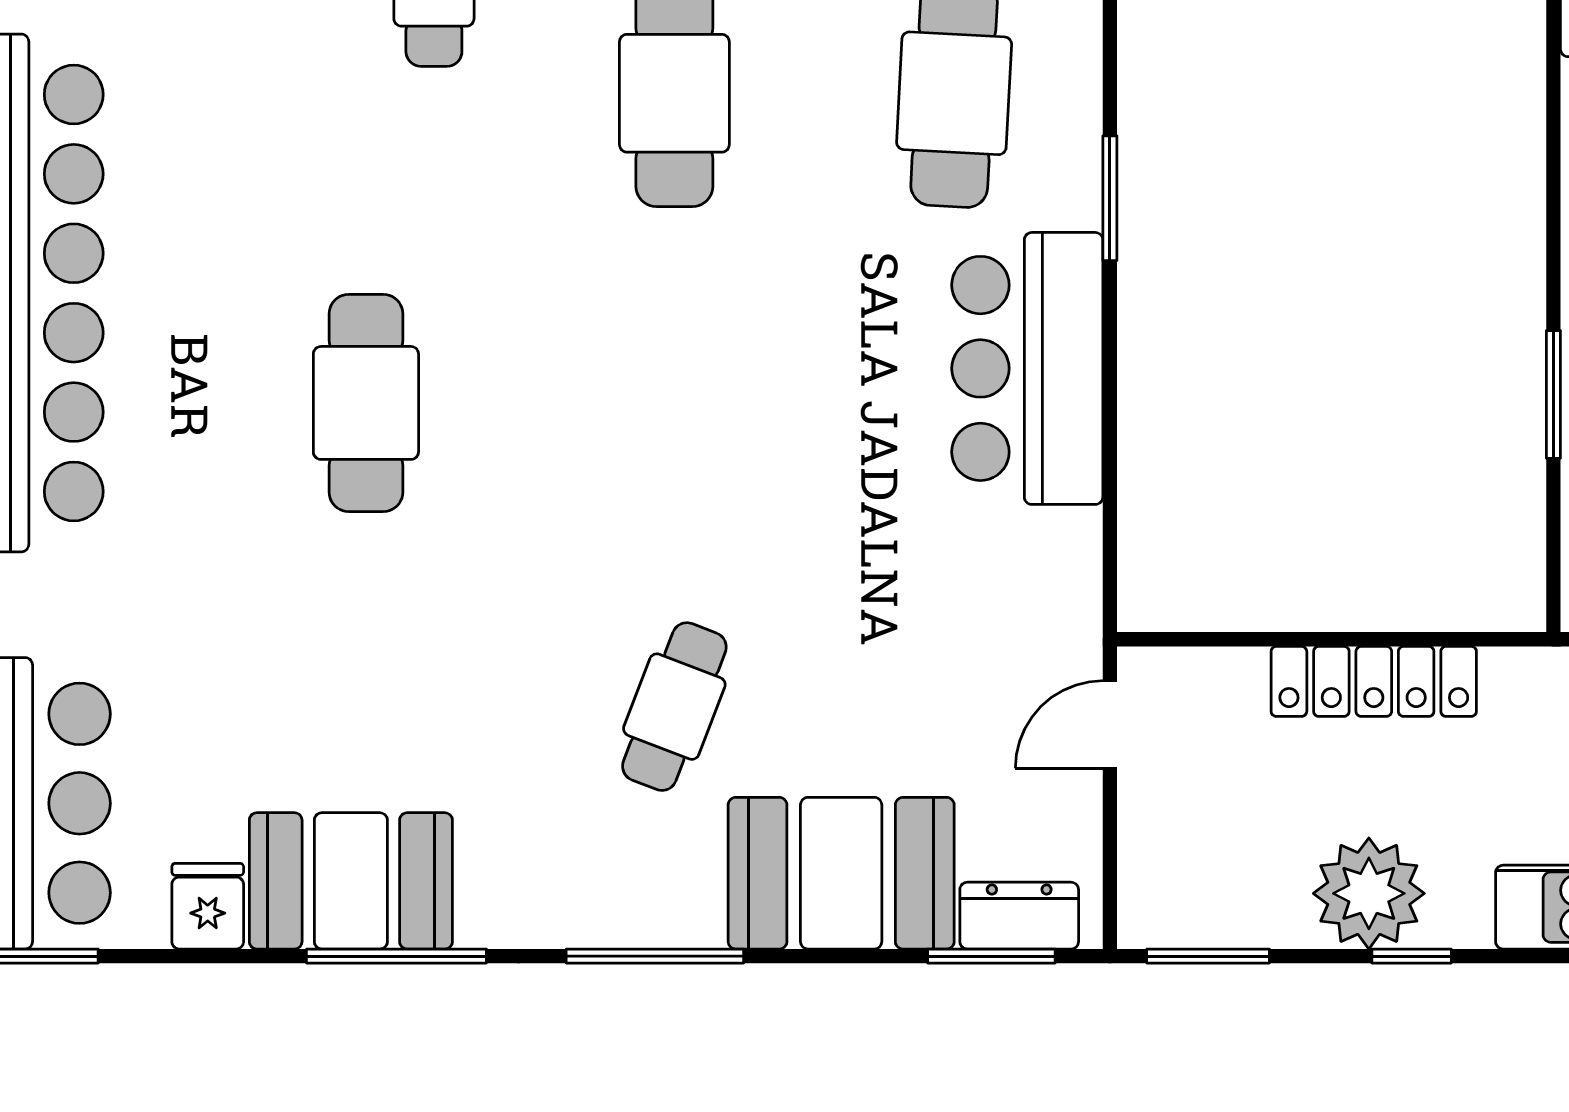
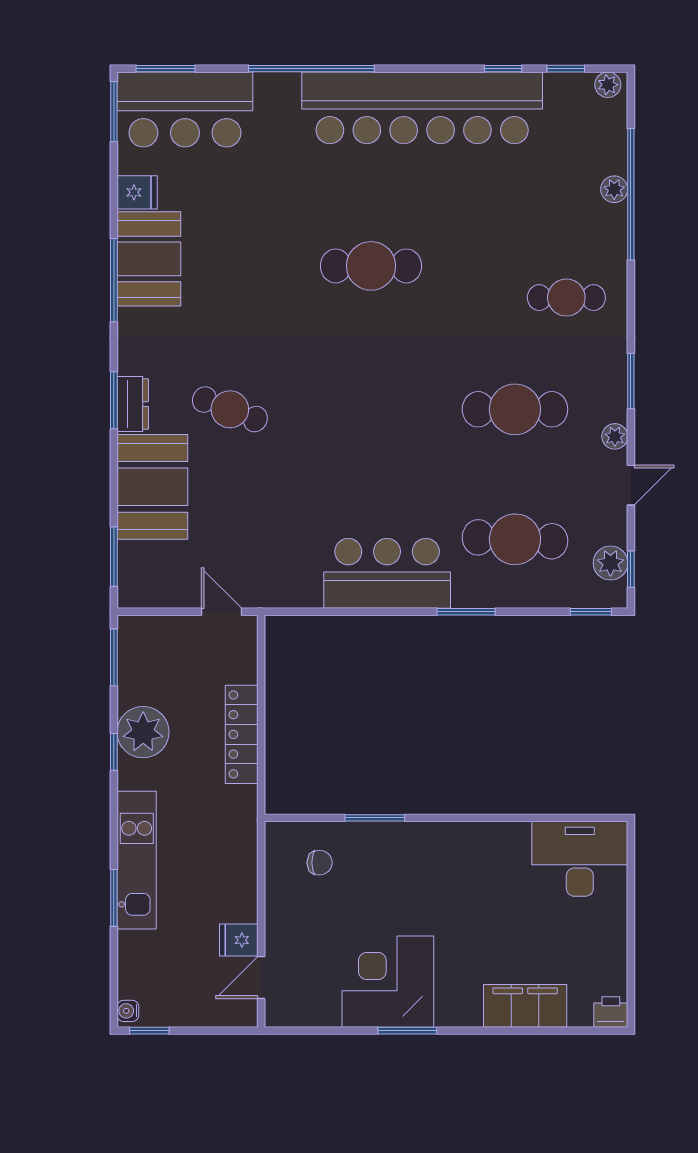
dresser: (1019, 916) -> (133, 404), moved
window: (655, 956) -> (114, 400), width x0.69

